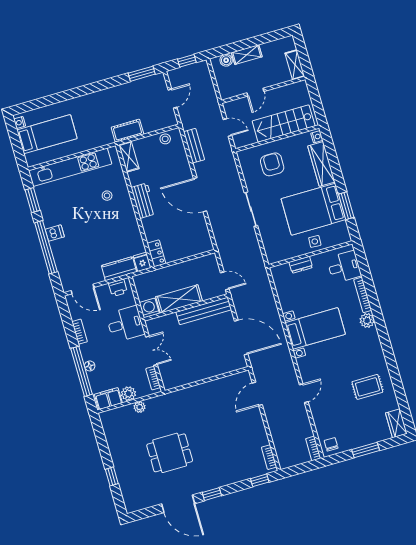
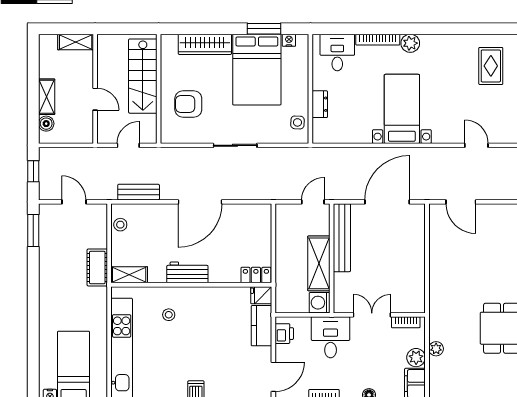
nightstand: (317, 137) -> (289, 40), moved
side table: (315, 241) -> (297, 122), moved

